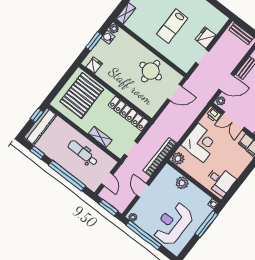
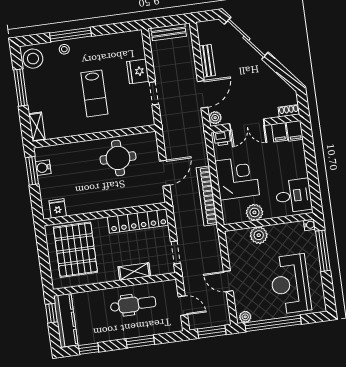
plant: (114, 29) -> (41, 153), removed
window: (94, 41) -> (32, 171), moved
door: (175, 92) -> (165, 173), moved
dental chair: (83, 153) -> (133, 304), turned 180
bookcase: (160, 157) -> (207, 196), moved
plant: (178, 159) -> (254, 212), moved
window: (67, 176) -> (140, 342), width x0.47

